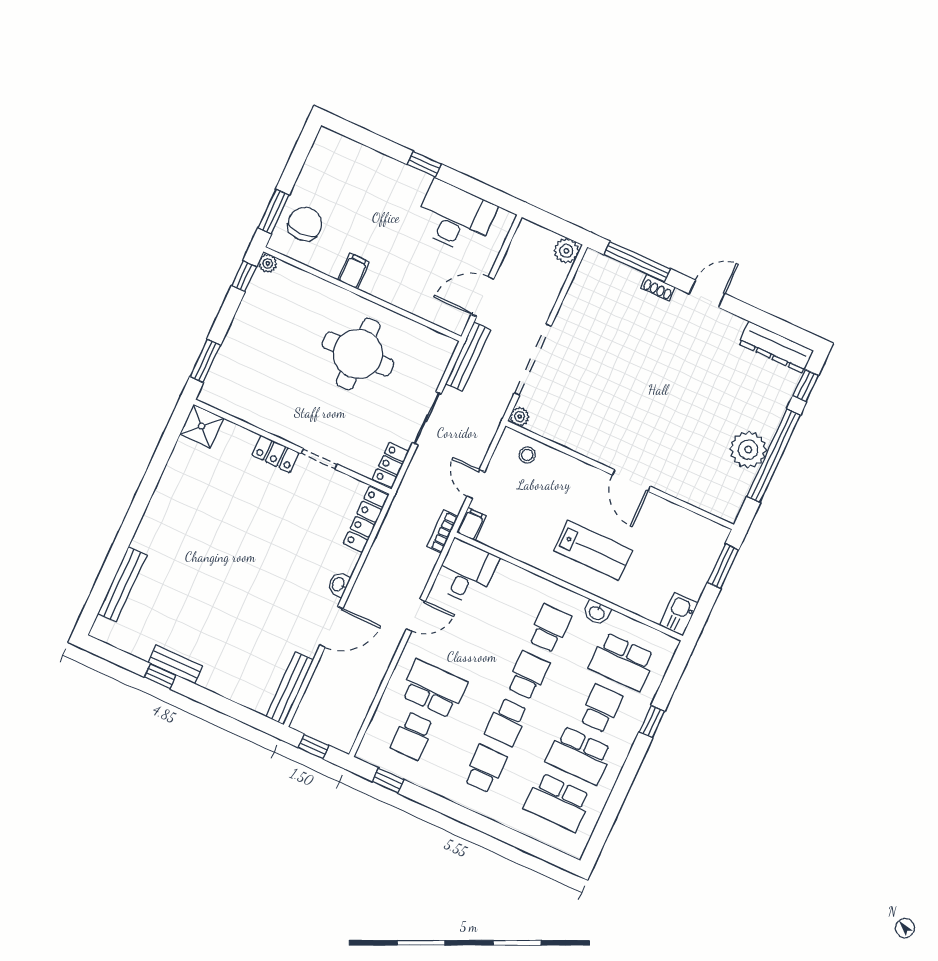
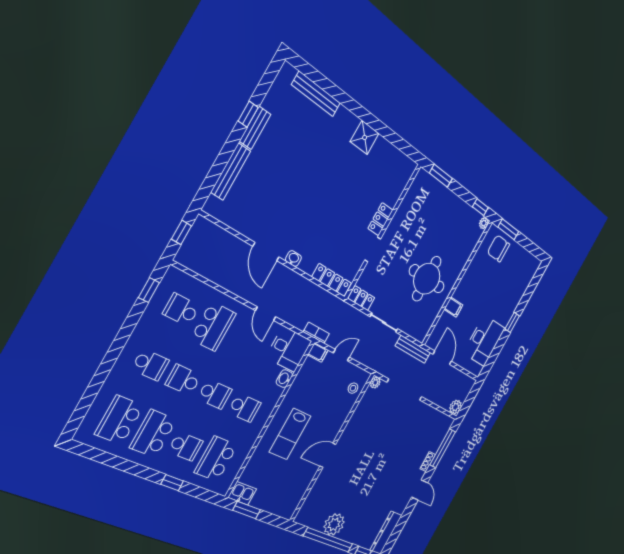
chair: (305, 224) -> (499, 248), turned 180
filing cabinet: (354, 271) -> (453, 307), moved
shower: (202, 426) -> (365, 137), moved
window: (723, 566) -> (247, 510), moved
washbasin: (597, 613) -> (284, 379), moved
bench: (290, 688) -> (231, 172), moved, turned 90

